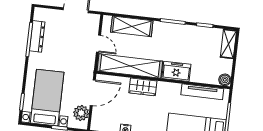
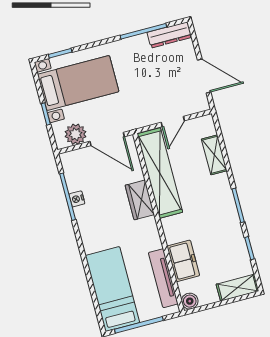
shelving: (132, 26) -> (214, 155), width x0.67, depth x0.75
dresser: (37, 36) -> (169, 35), moved
freezer: (176, 71) -> (183, 261), moved

